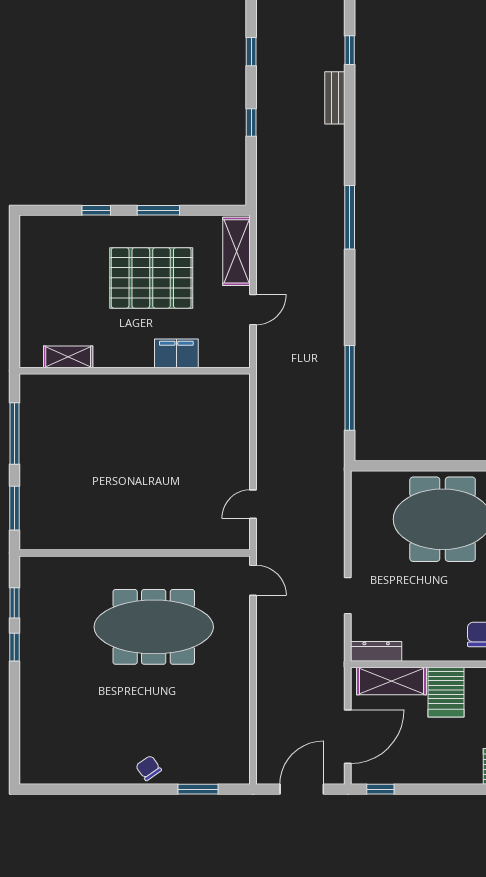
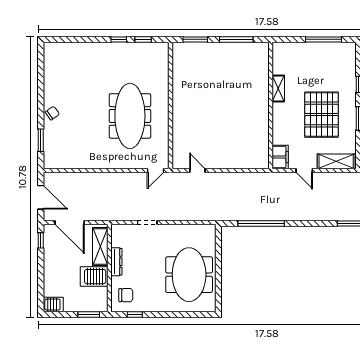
window: (14, 274) -> (324, 39), added
filing cabinet: (176, 353) -> (280, 157), moved
shelving: (68, 357) -> (278, 88), moved
dresser: (376, 651) -> (116, 262), moved

